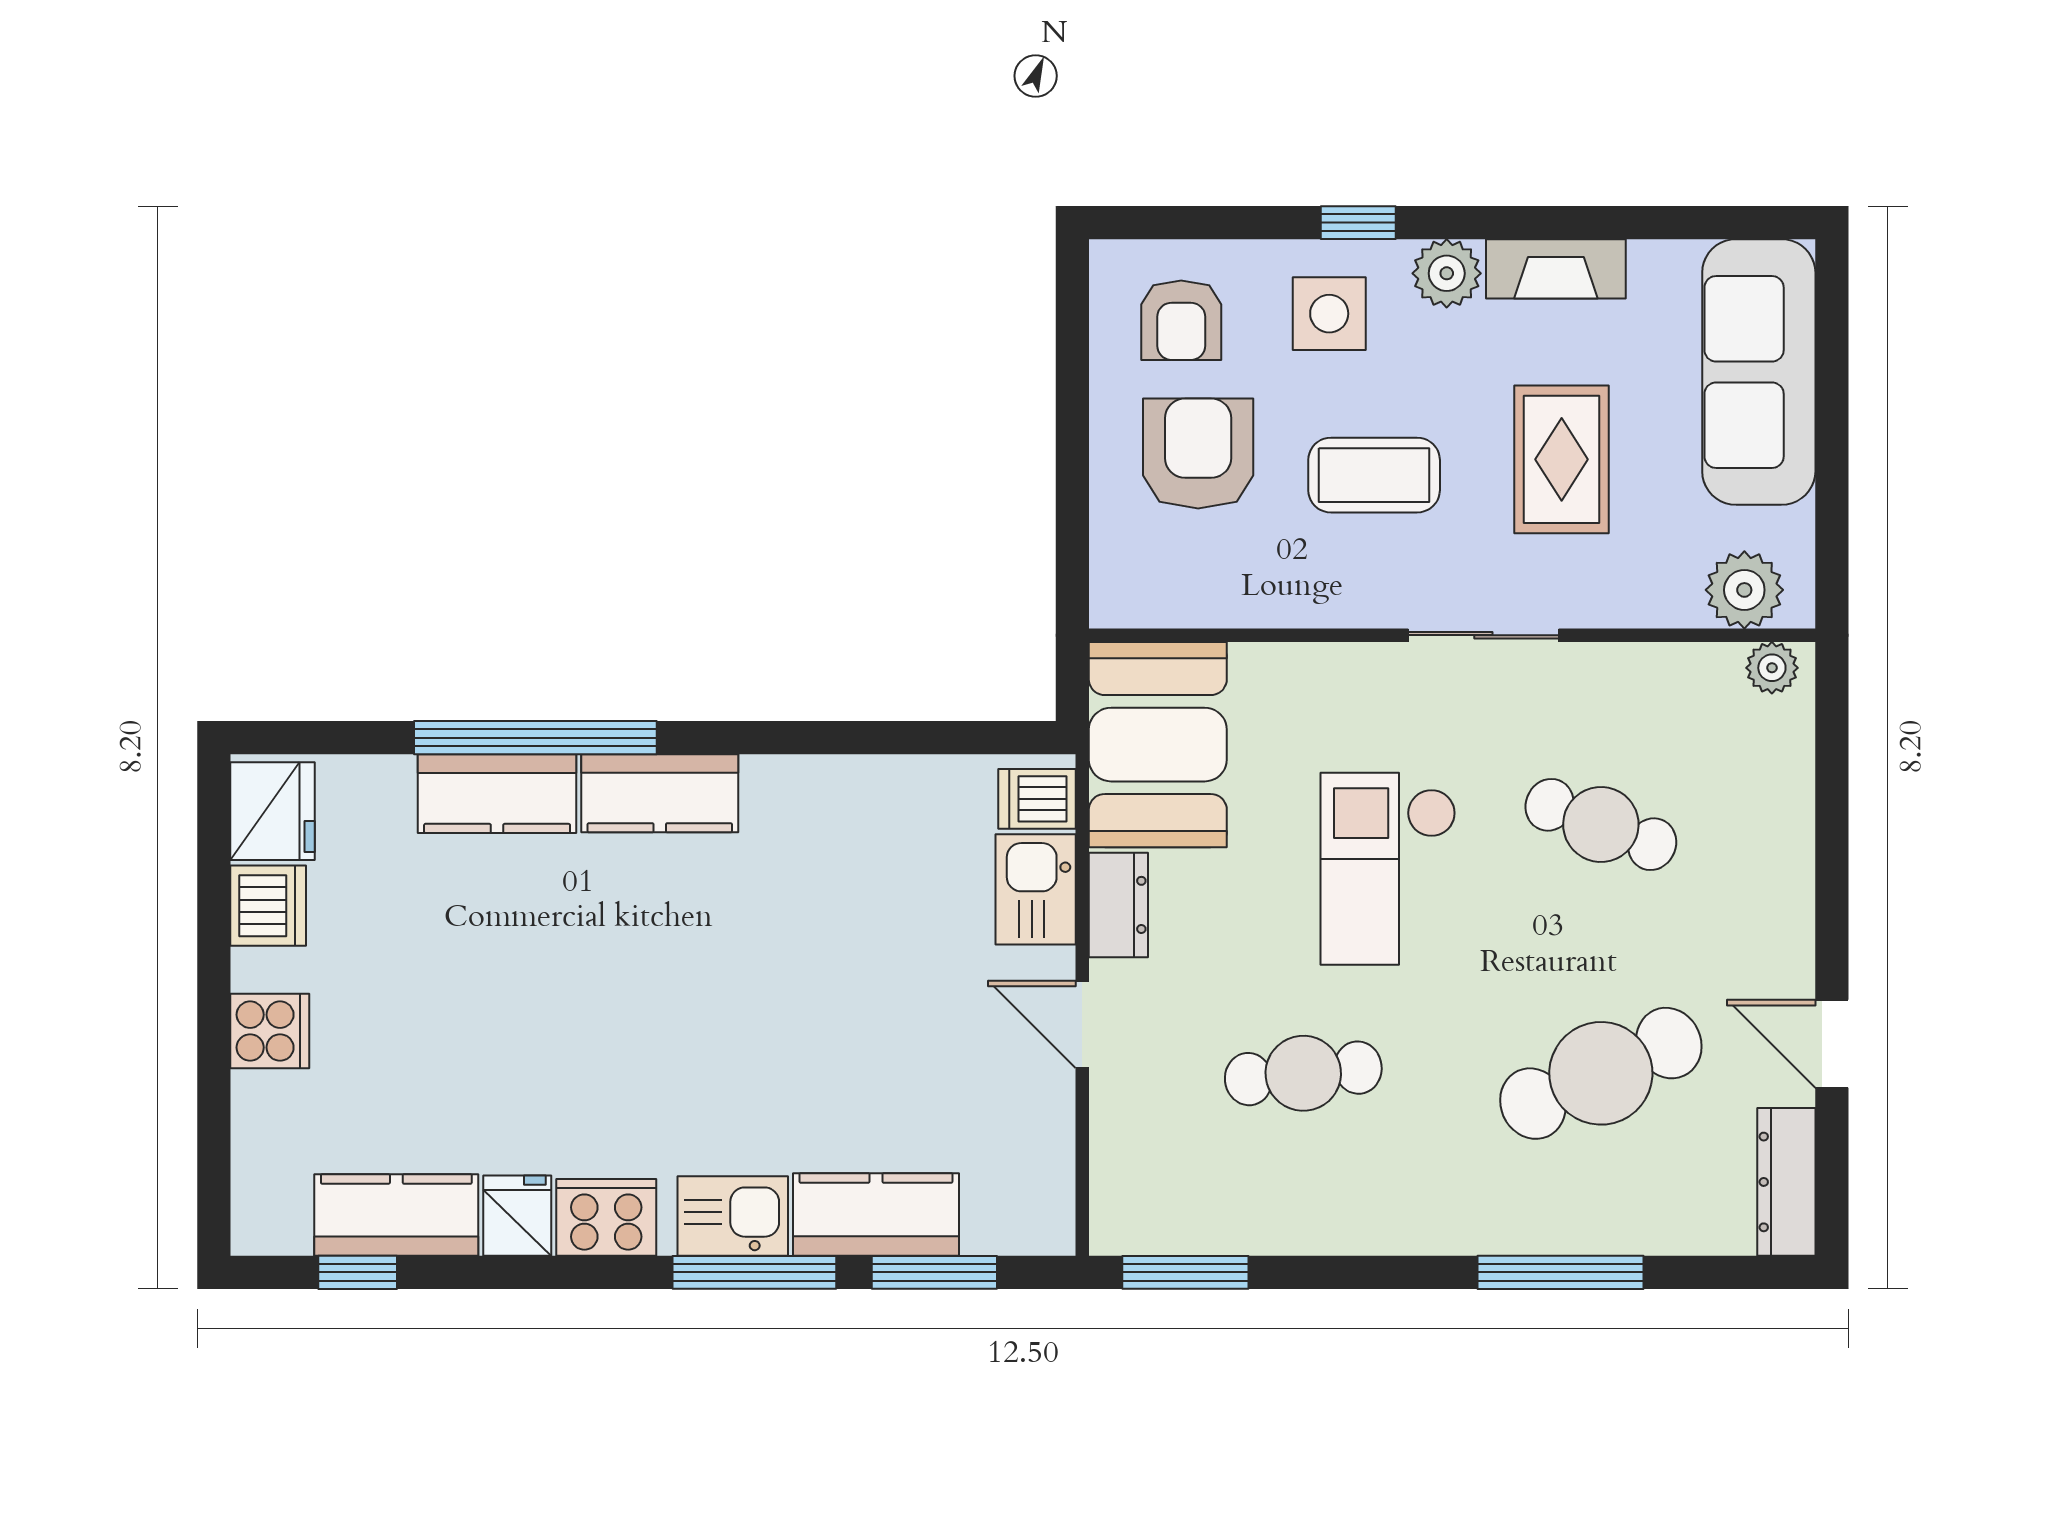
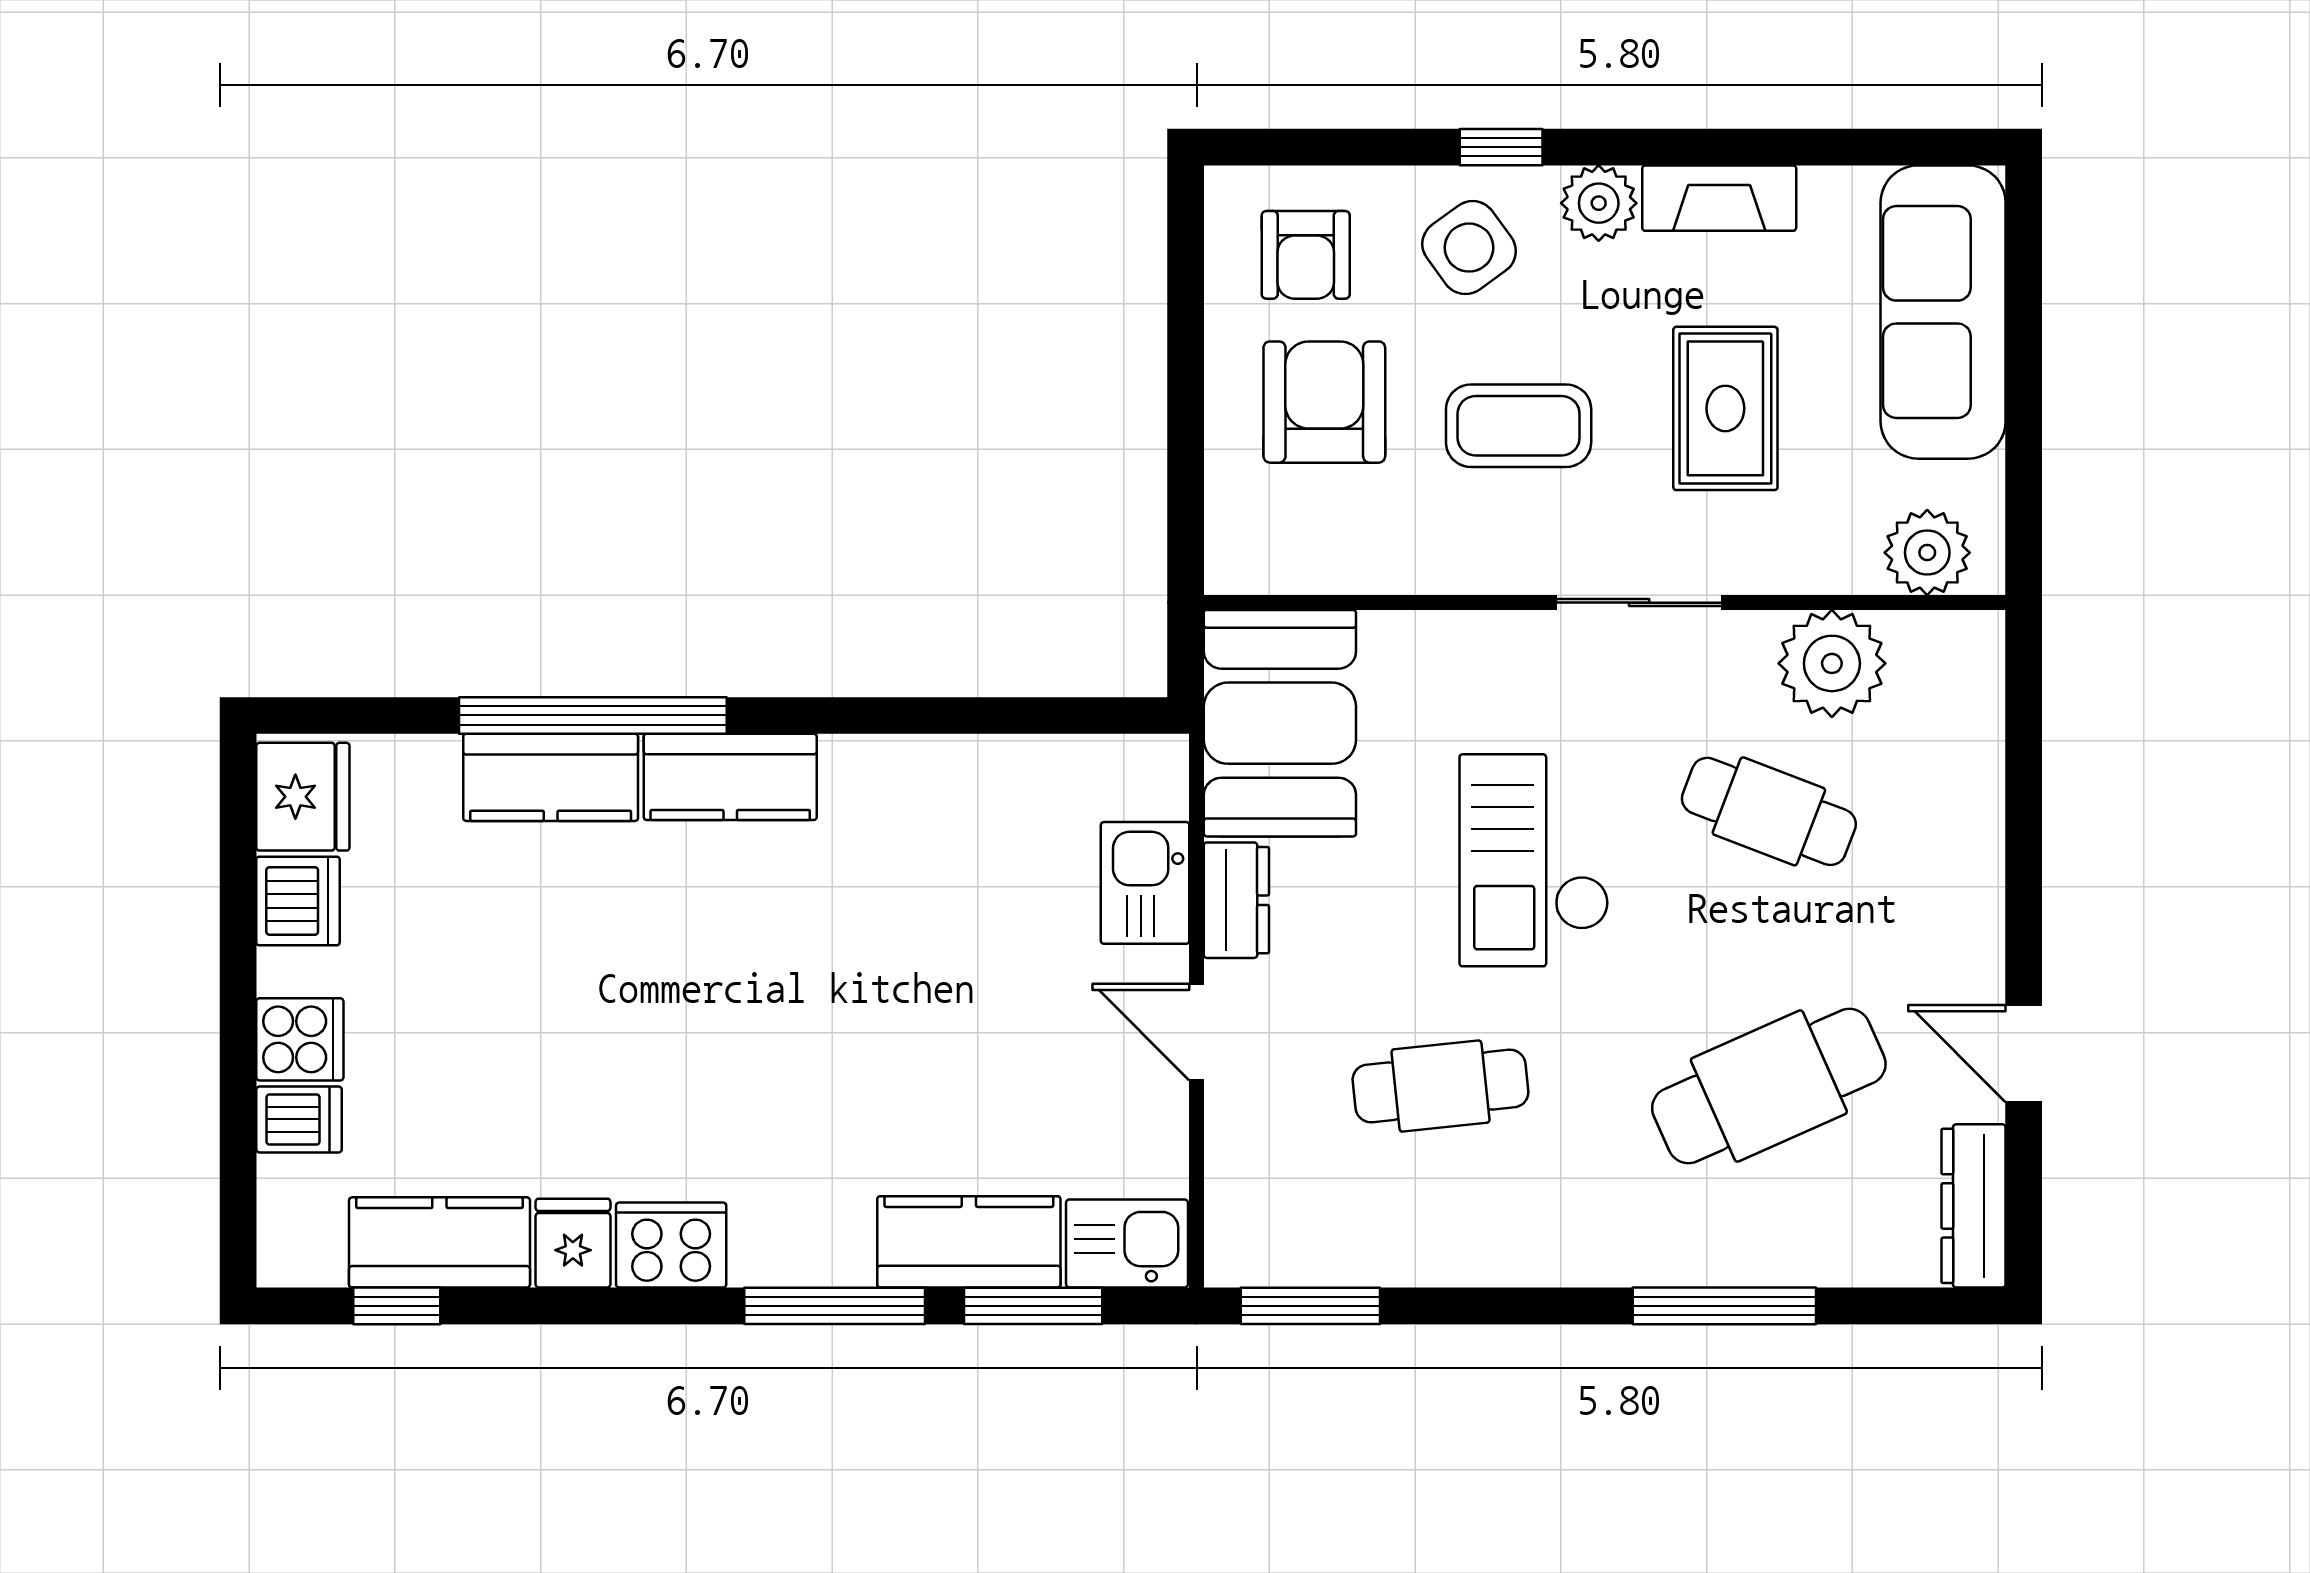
side table: (1329, 314) -> (1469, 248), turned -36
plant: (1772, 668) -> (1832, 663), moved, width x1.87, depth x1.87
dishwasher: (1037, 799) -> (299, 1119), moved, turned 180
kitchen sink: (733, 1216) -> (1127, 1244), moved

